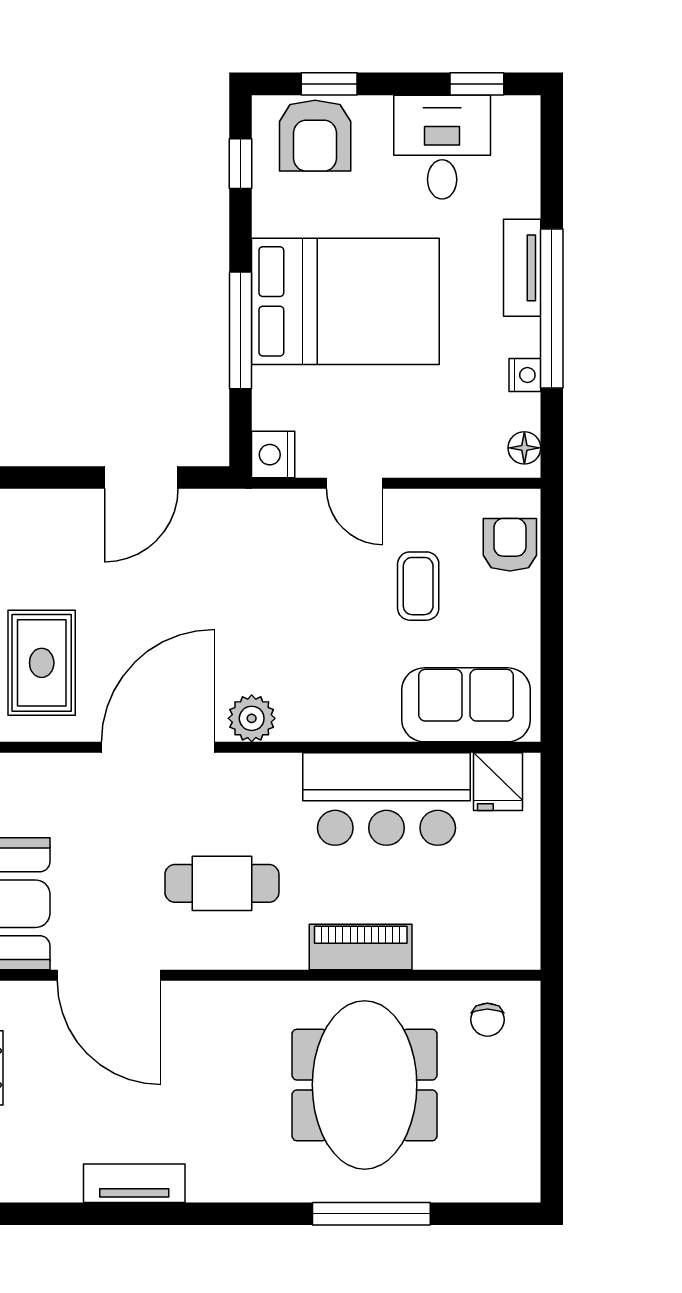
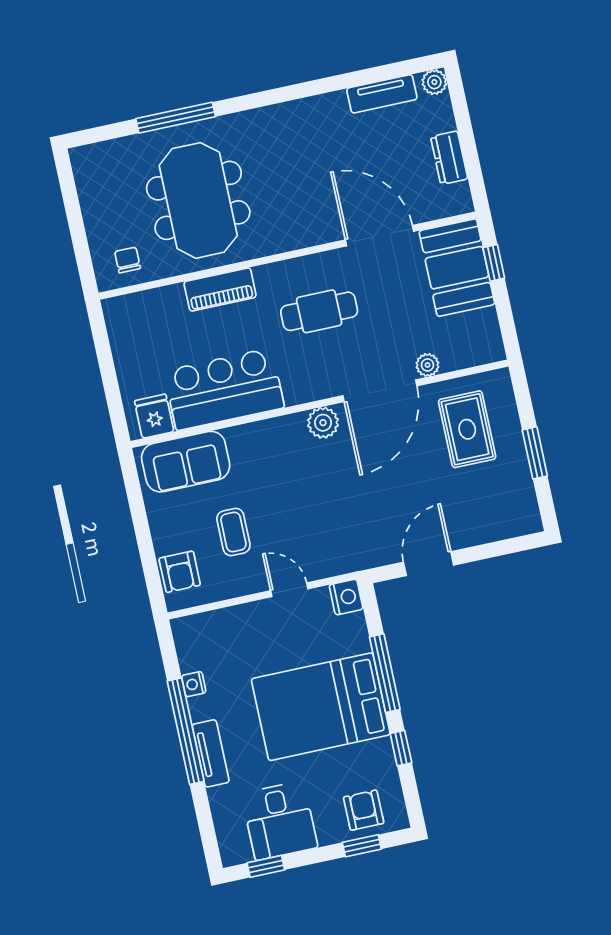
armchair: (315, 136) -> (364, 810), width x0.72, depth x0.72
window: (240, 164) -> (401, 748), moved
floor lamp: (524, 448) -> (184, 637), removed
plant: (80, 770) -> (427, 365), added
tv unit: (134, 1183) -> (382, 94), moved

